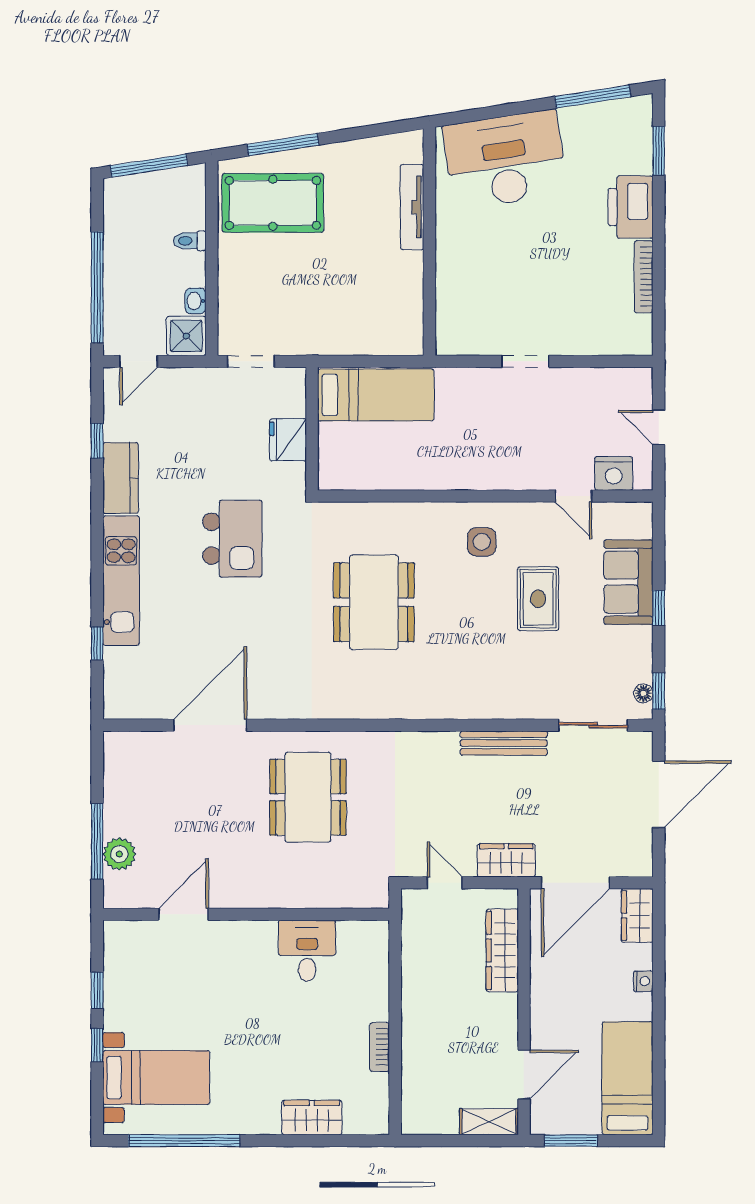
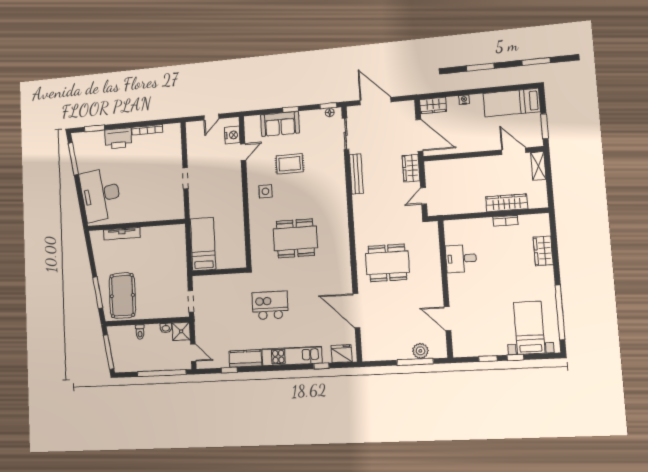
fridge: (288, 440) -> (342, 354), moved, turned 180
wardrobe: (502, 950) -> (507, 203), moved, turned 180

